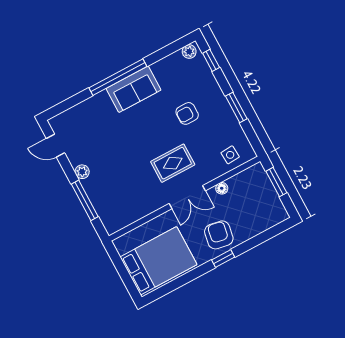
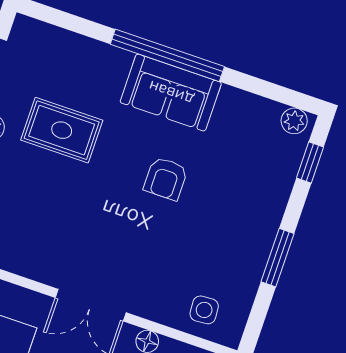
armchair: (187, 113) -> (166, 179), moved, turned -90
rug: (173, 163) -> (62, 130), moved

